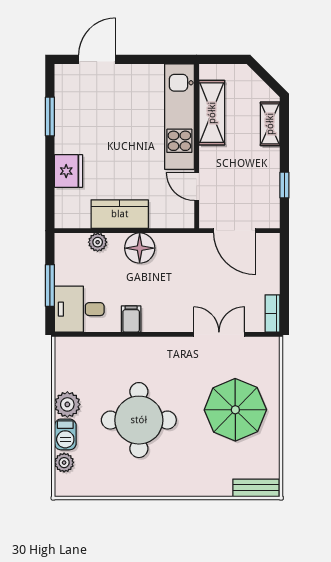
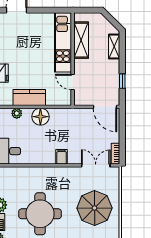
door: (235, 231) -> (105, 107), moved
filing cabinet: (131, 319) -> (62, 157), moved
double door: (219, 334) -> (96, 165), moved

